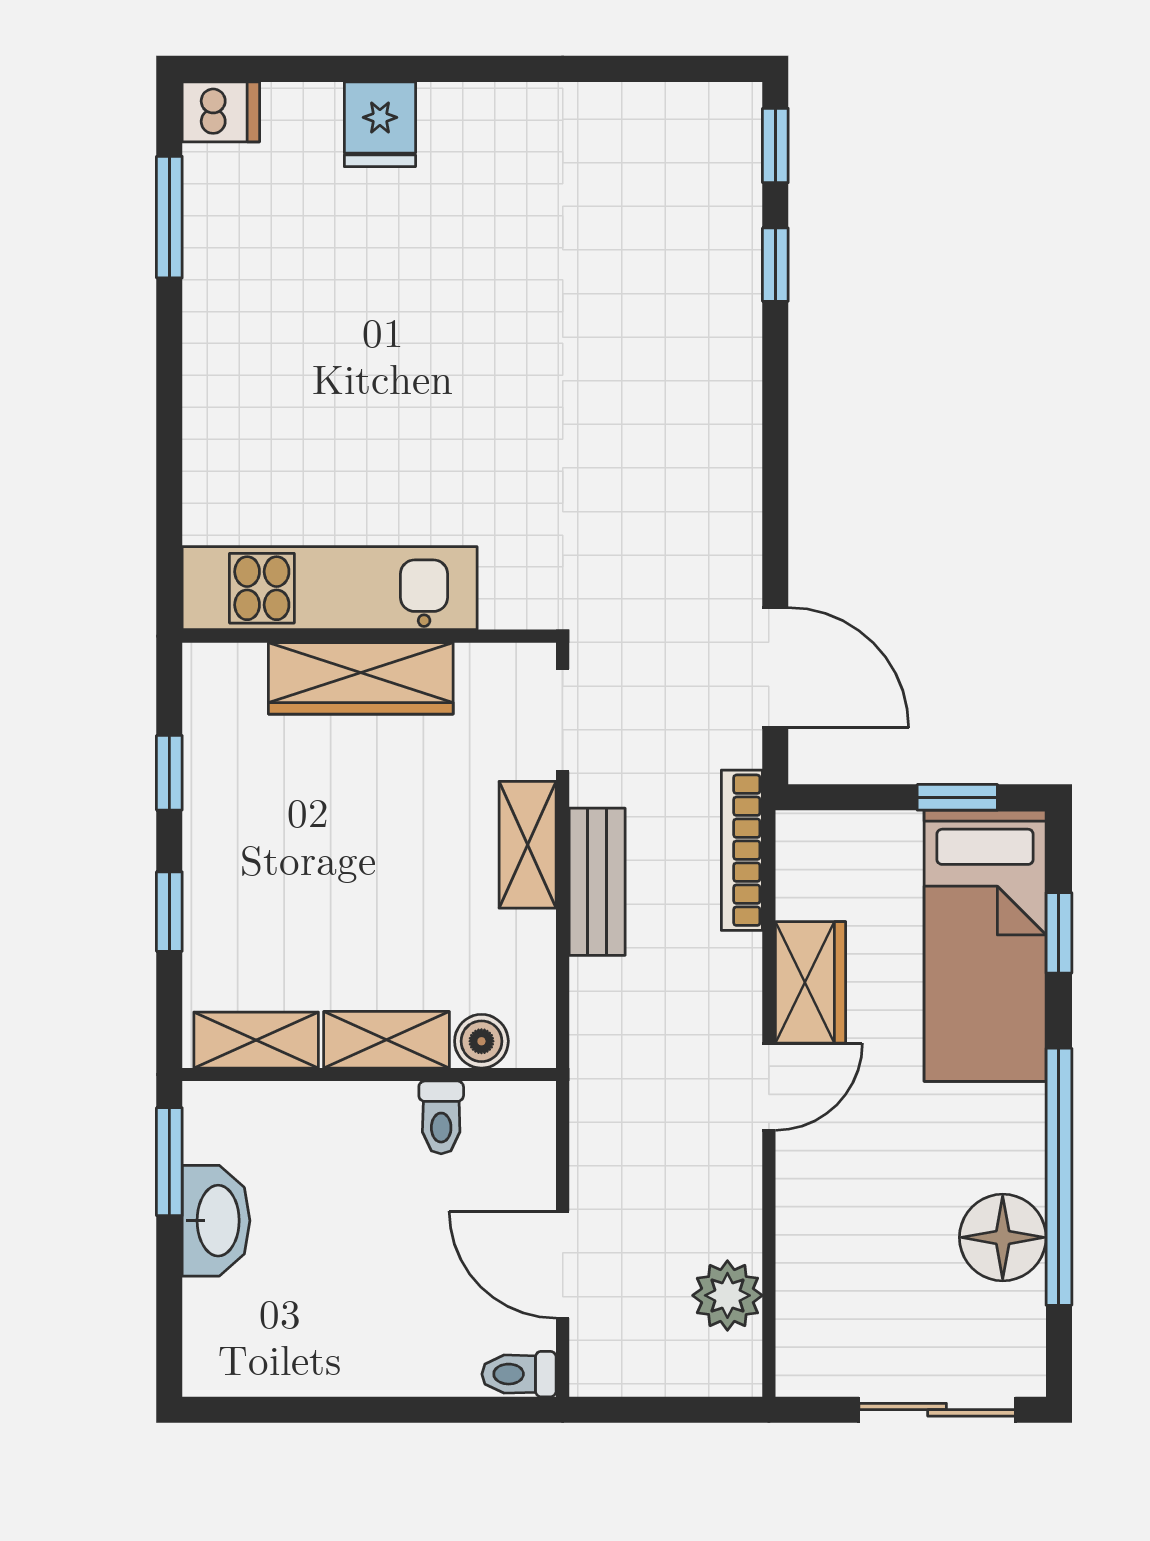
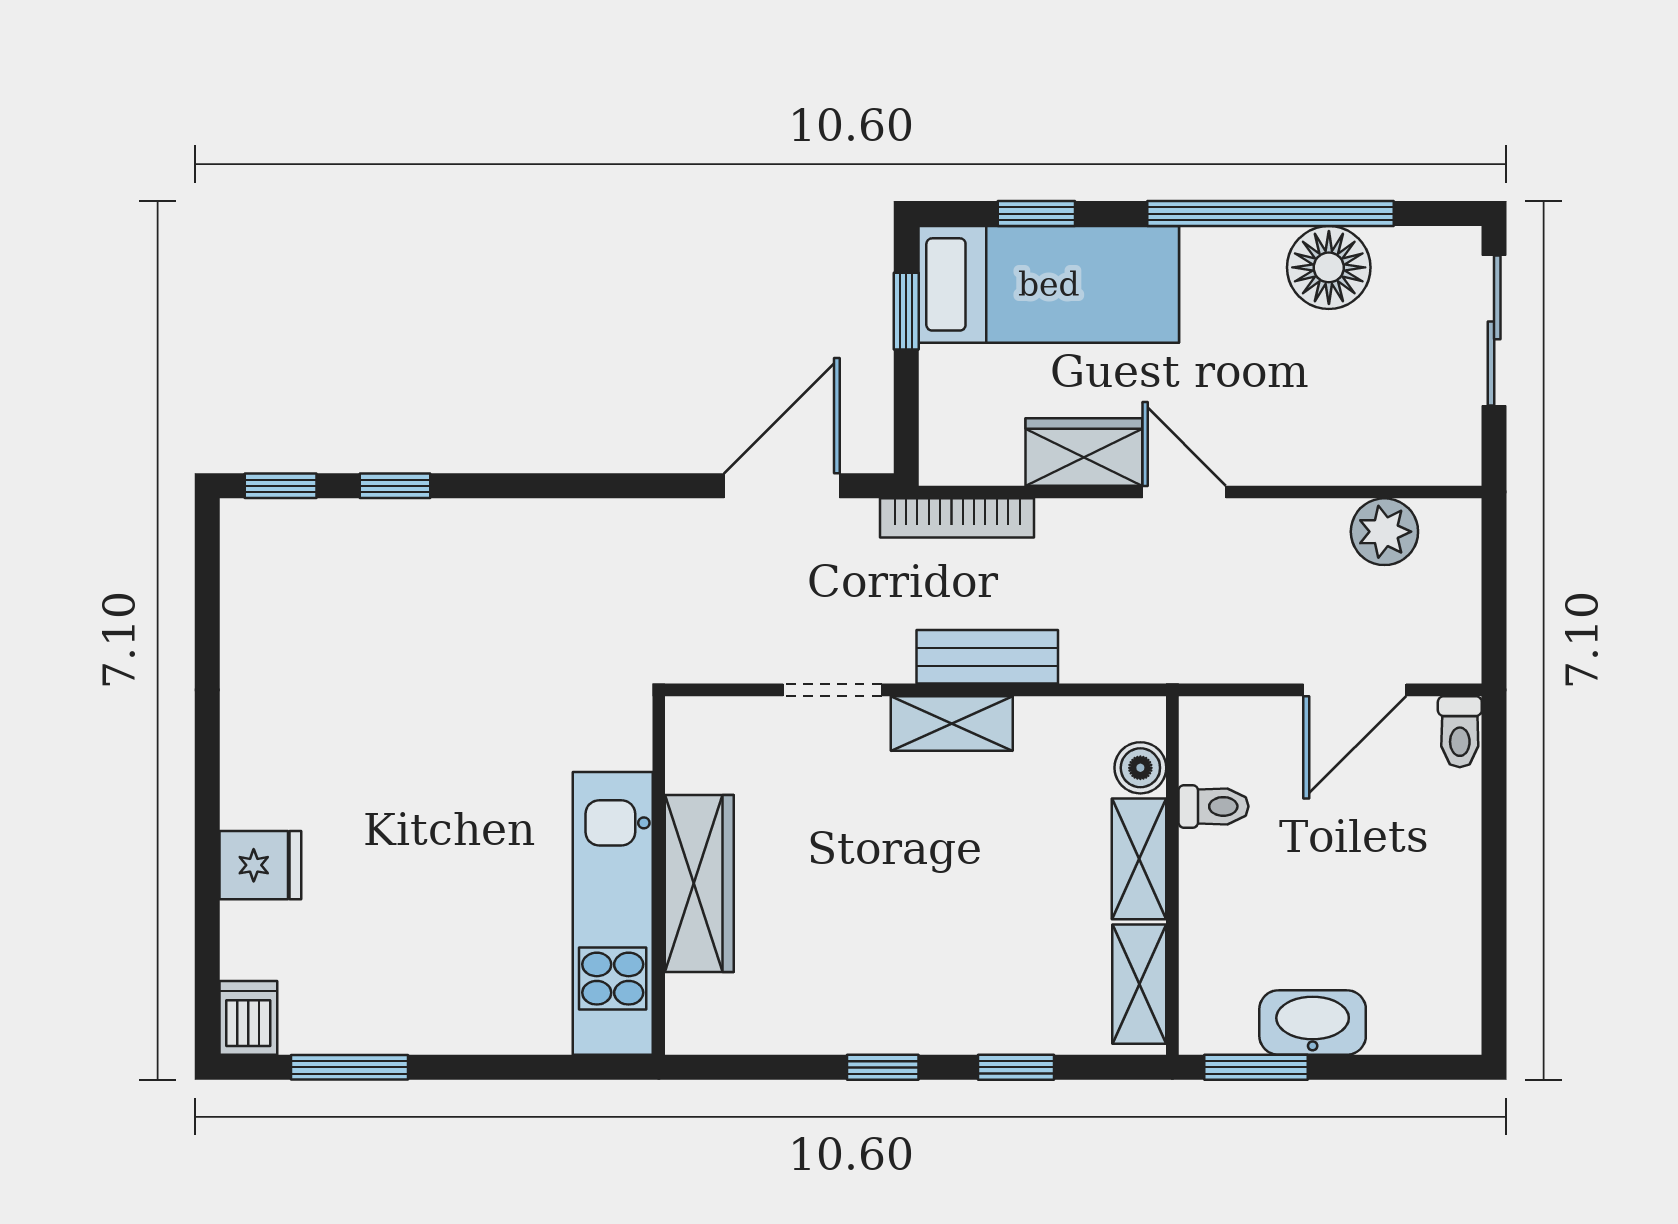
kitchen unit: (330, 588) -> (613, 913), moved
wall: (369, 636) -> (659, 876), moved
wardrobe: (361, 678) -> (699, 884), moved

